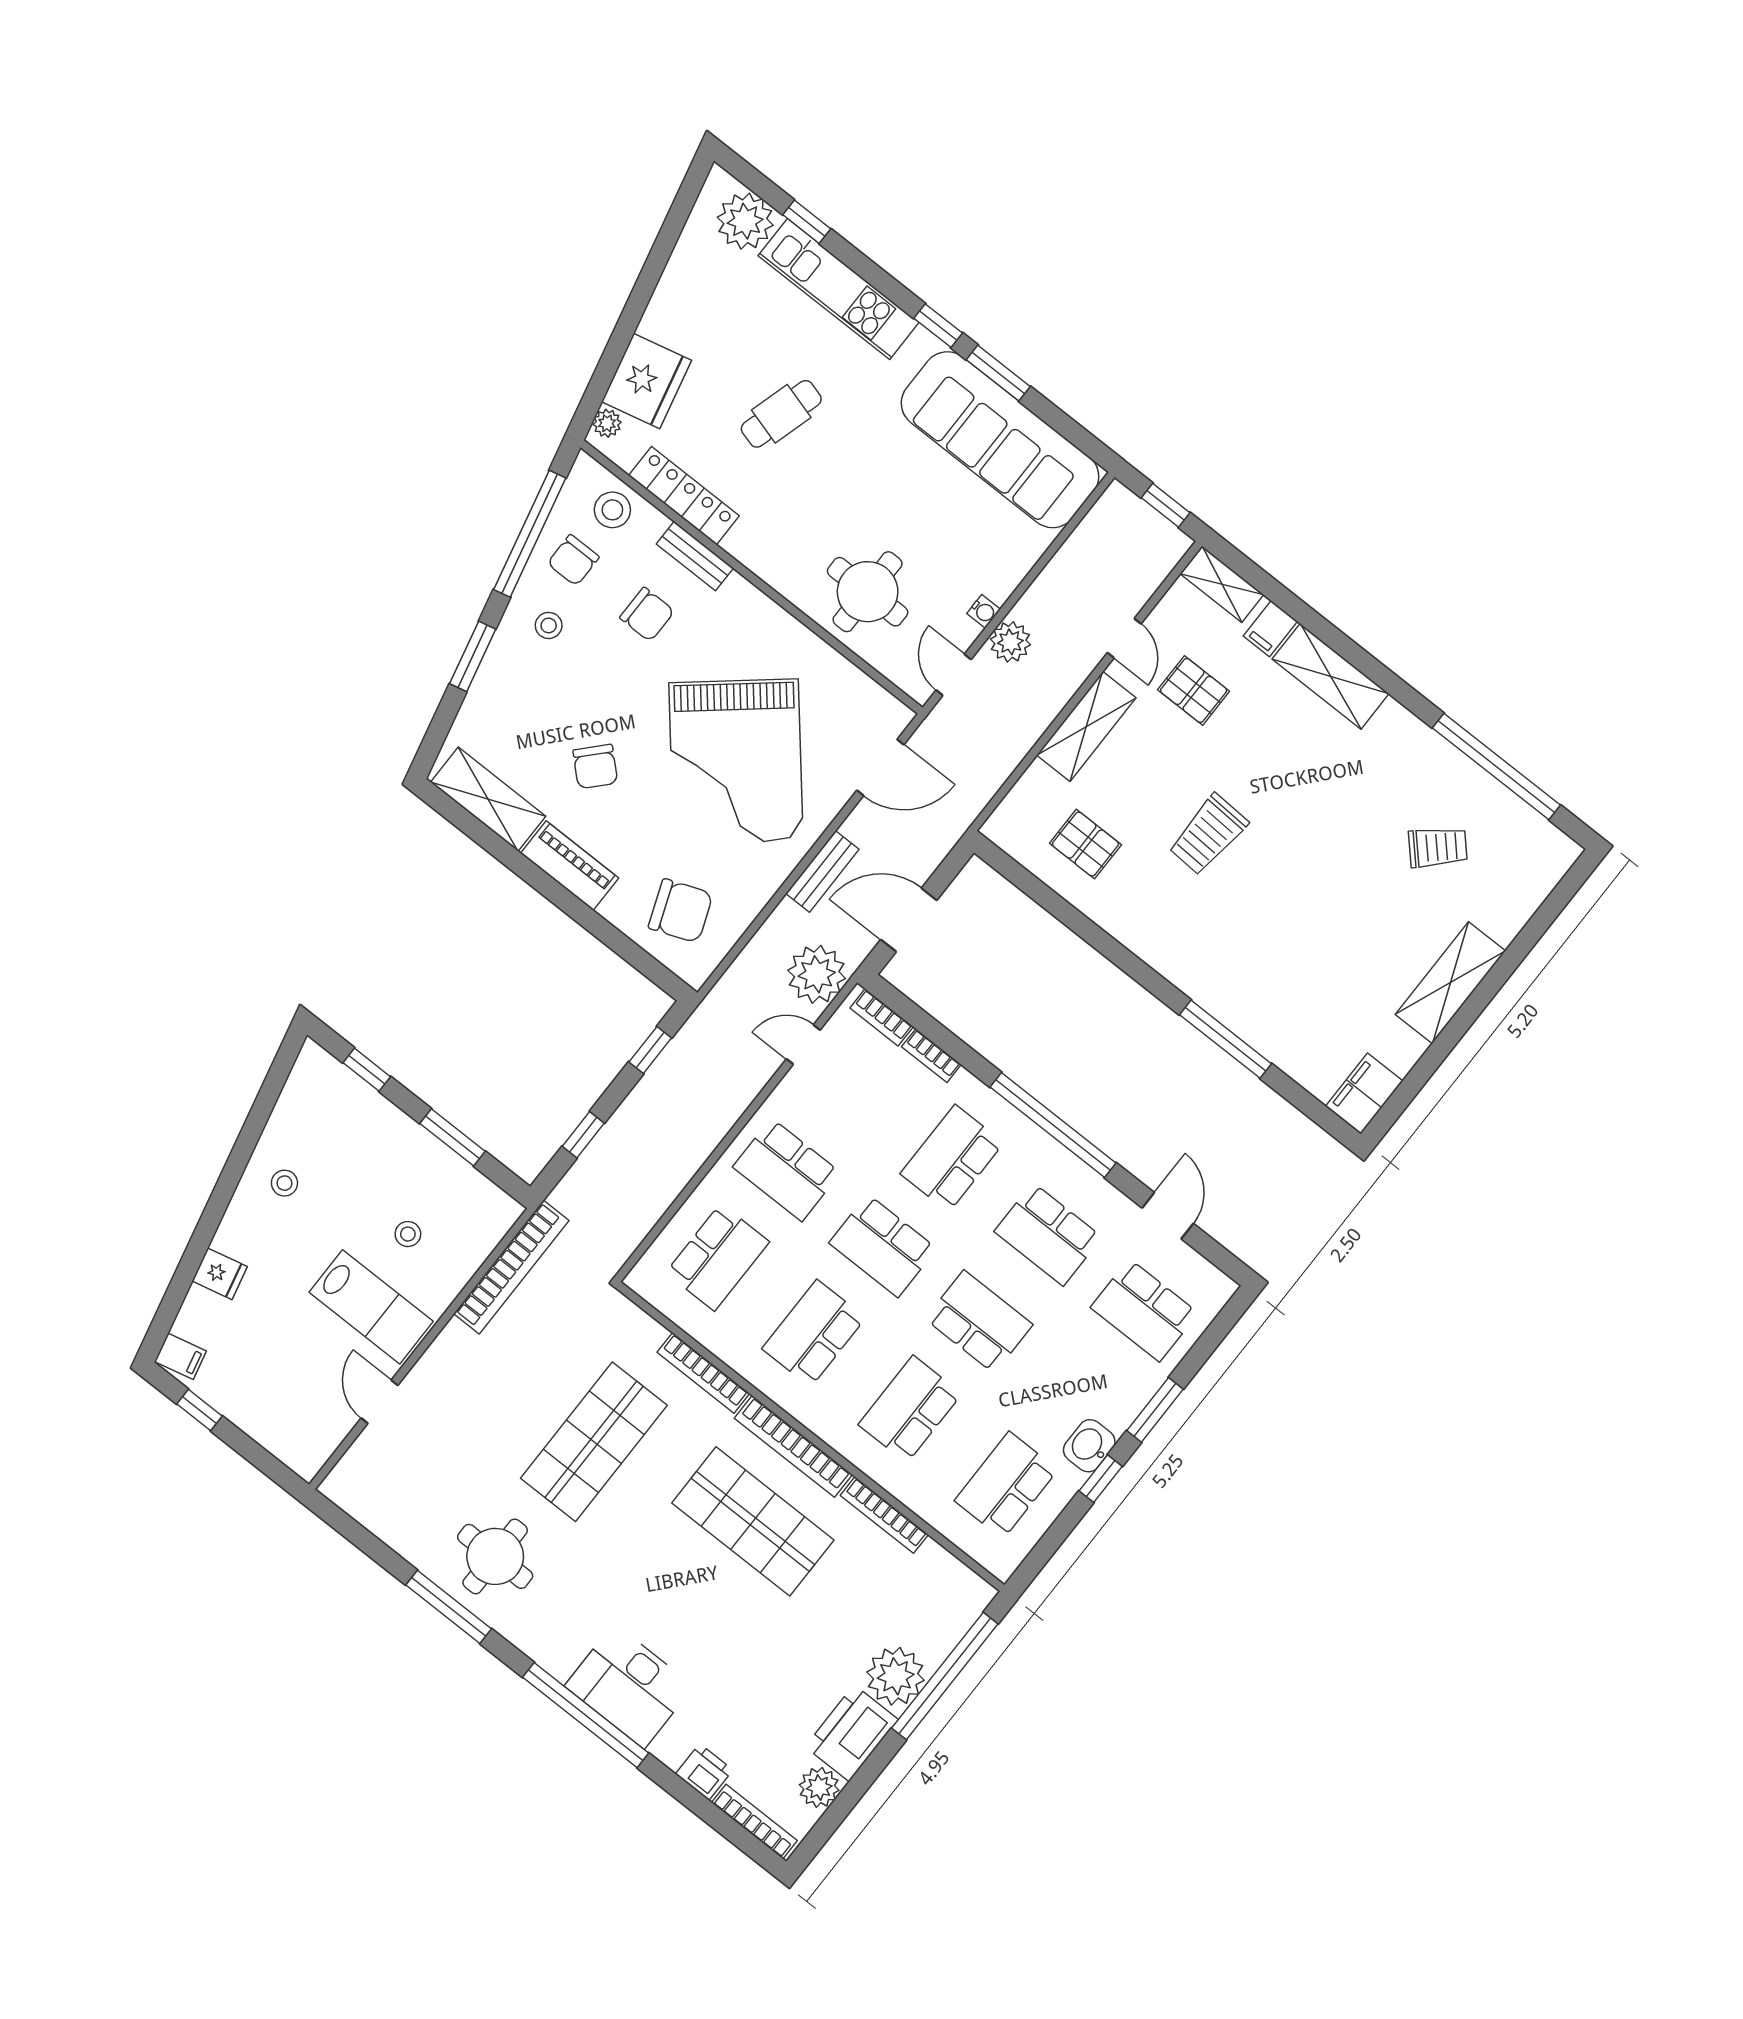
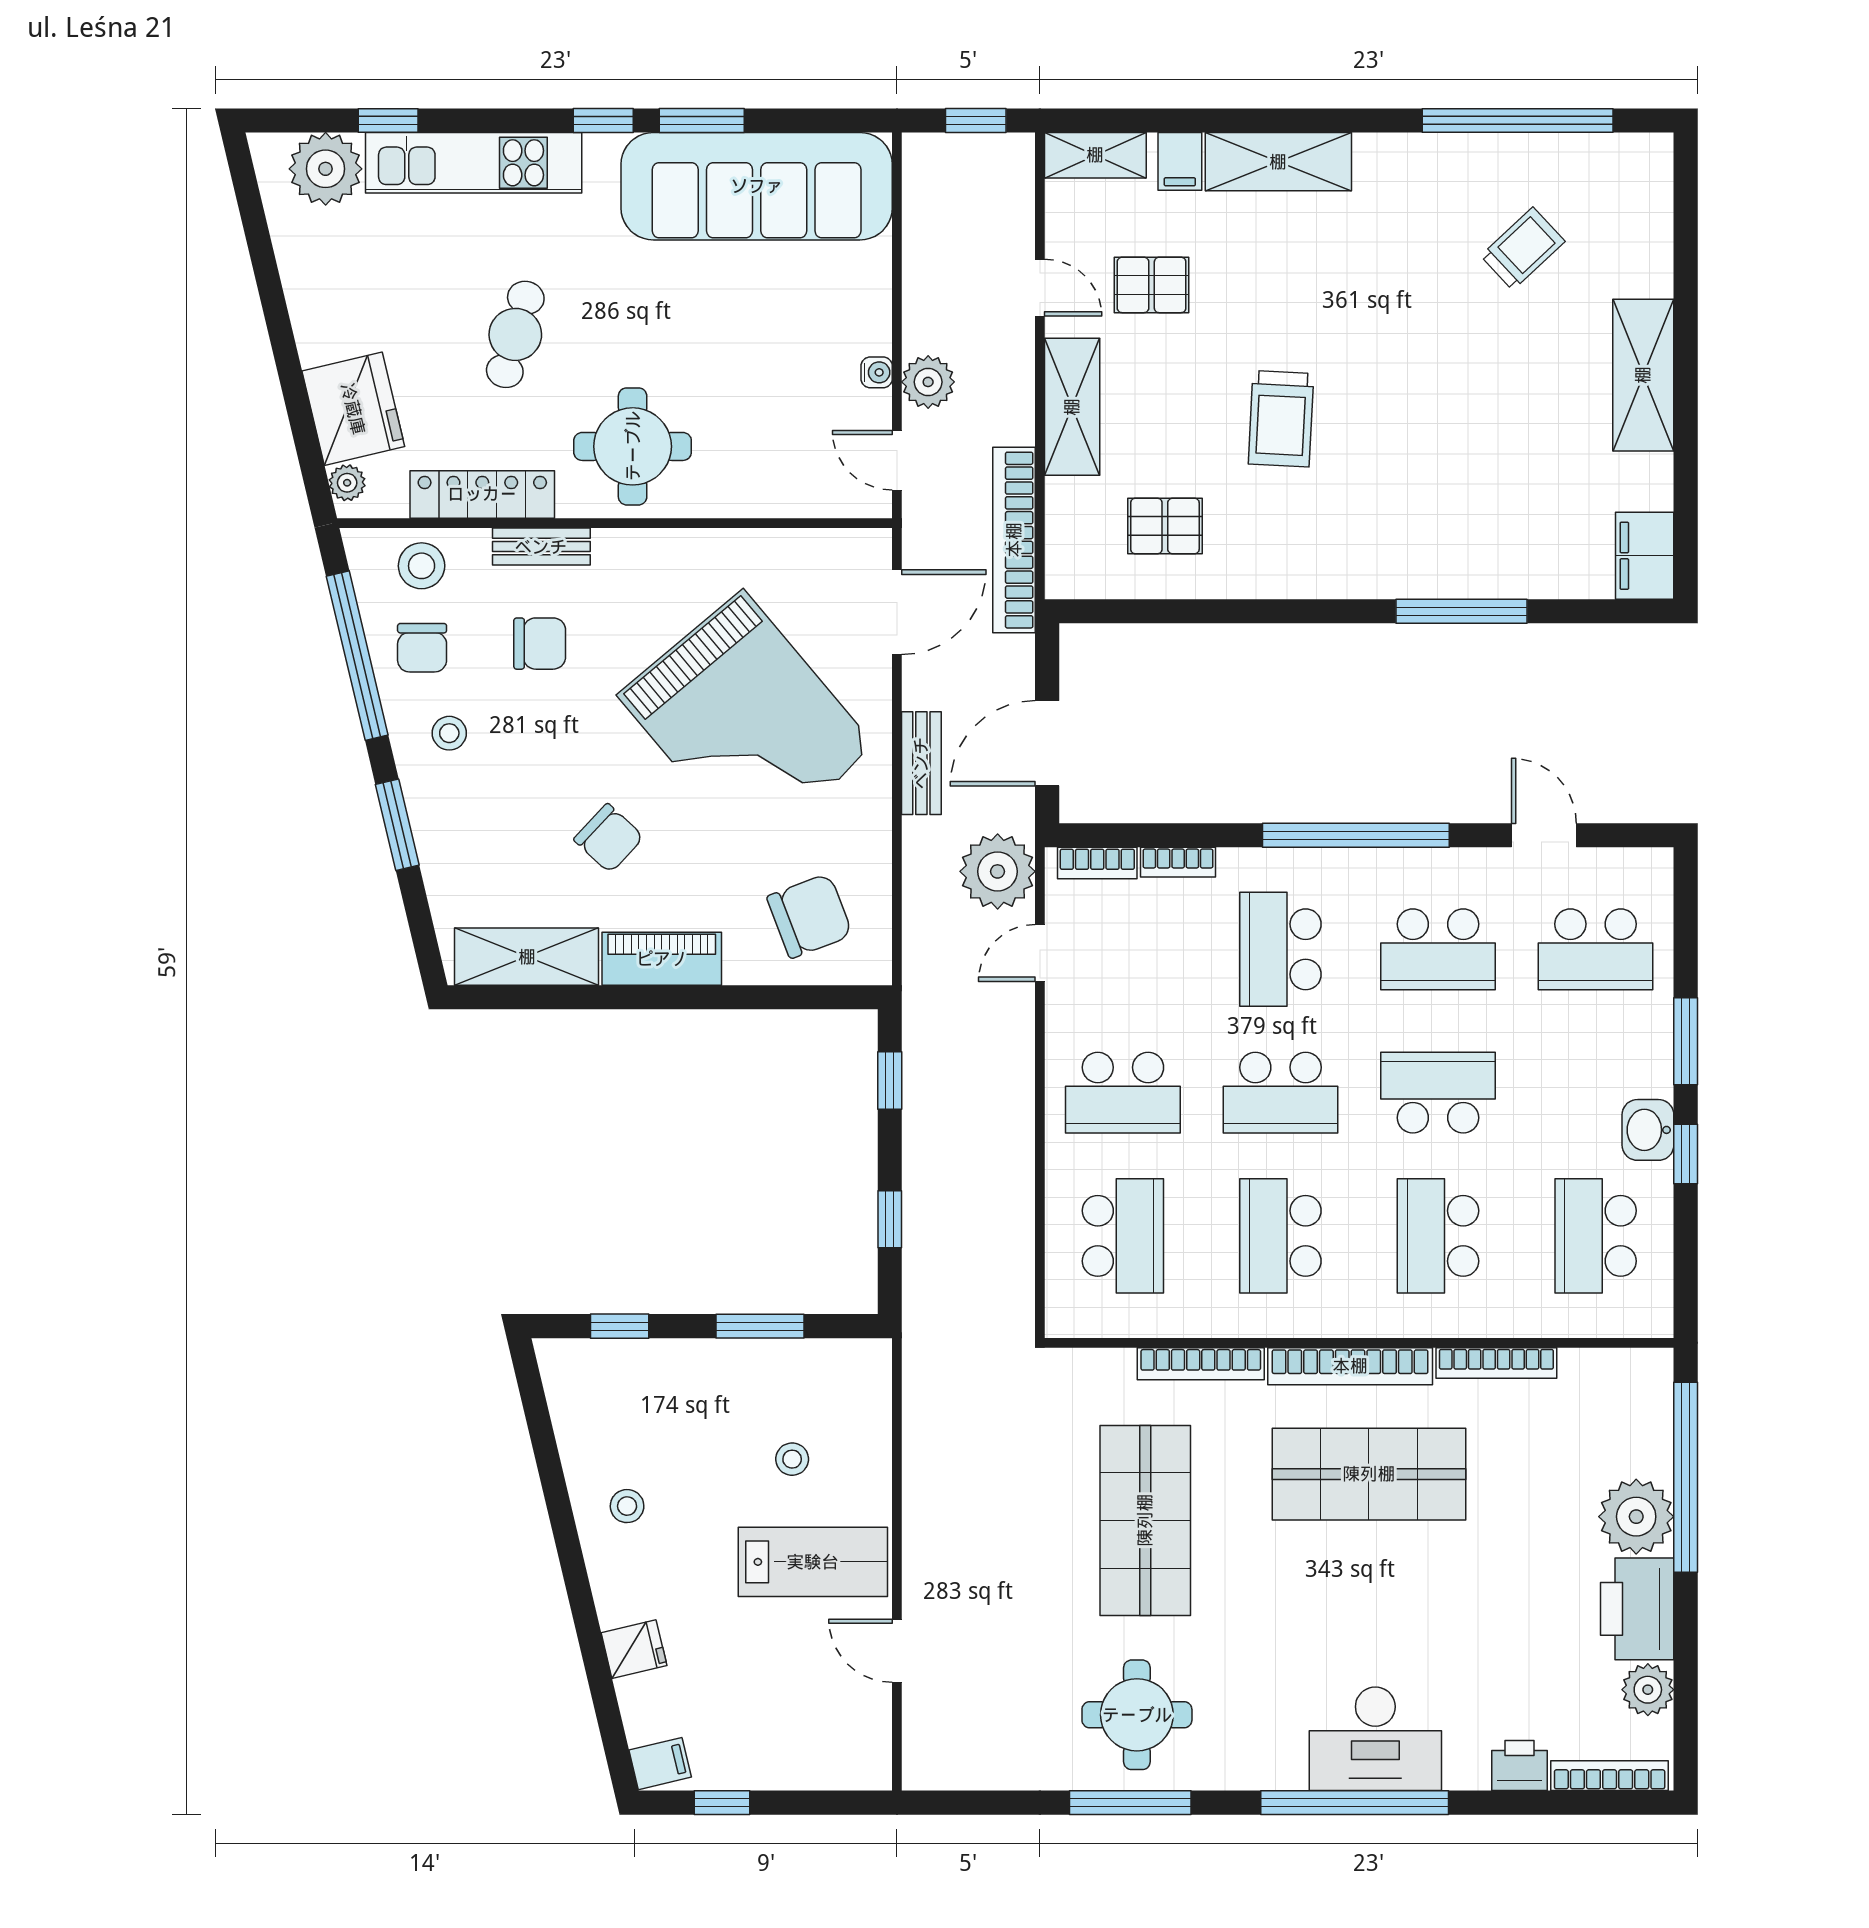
round table: (868, 592) -> (633, 446), moved
bookcase: (511, 1267) -> (1014, 540), moved, turned 180

